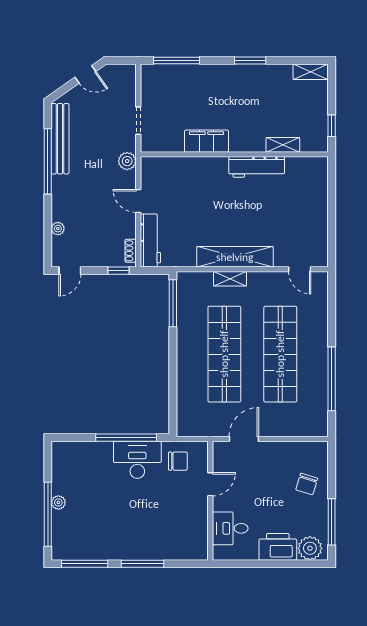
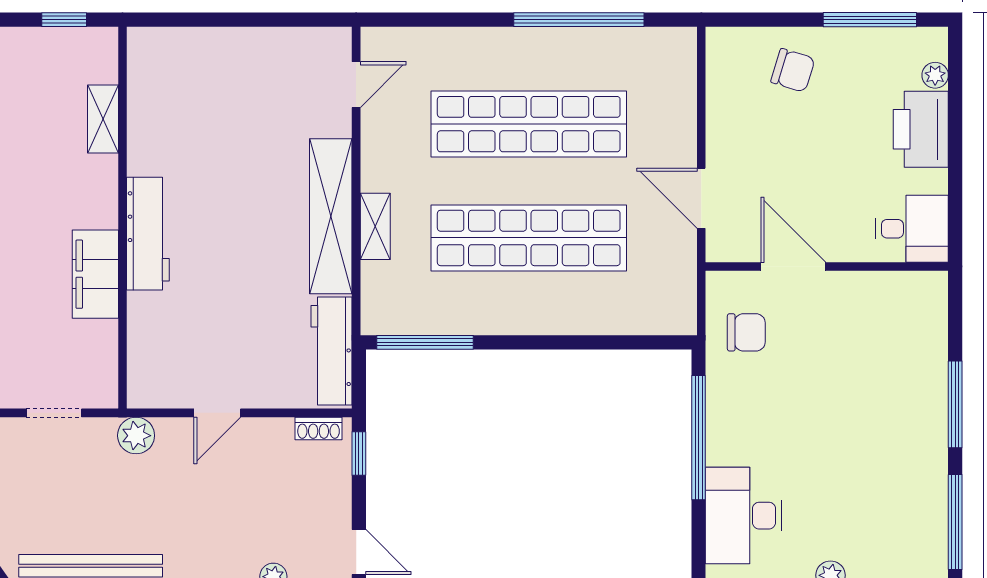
workbench: (257, 167) -> (148, 234), moved
workbench: (150, 241) -> (332, 351), moved, turned -90
desk: (137, 460) -> (743, 516), moved
chair: (178, 461) -> (746, 332), turned 90
door: (210, 484) -> (793, 266), width x1.37
desk: (230, 528) -> (912, 229), moved, turned -90
plant: (310, 548) -> (935, 75), width x0.53, depth x0.53

